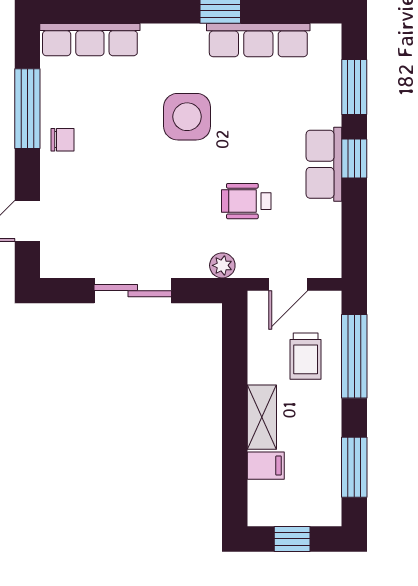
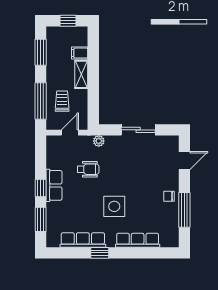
row of seats: (90, 40) -> (138, 240), moved

